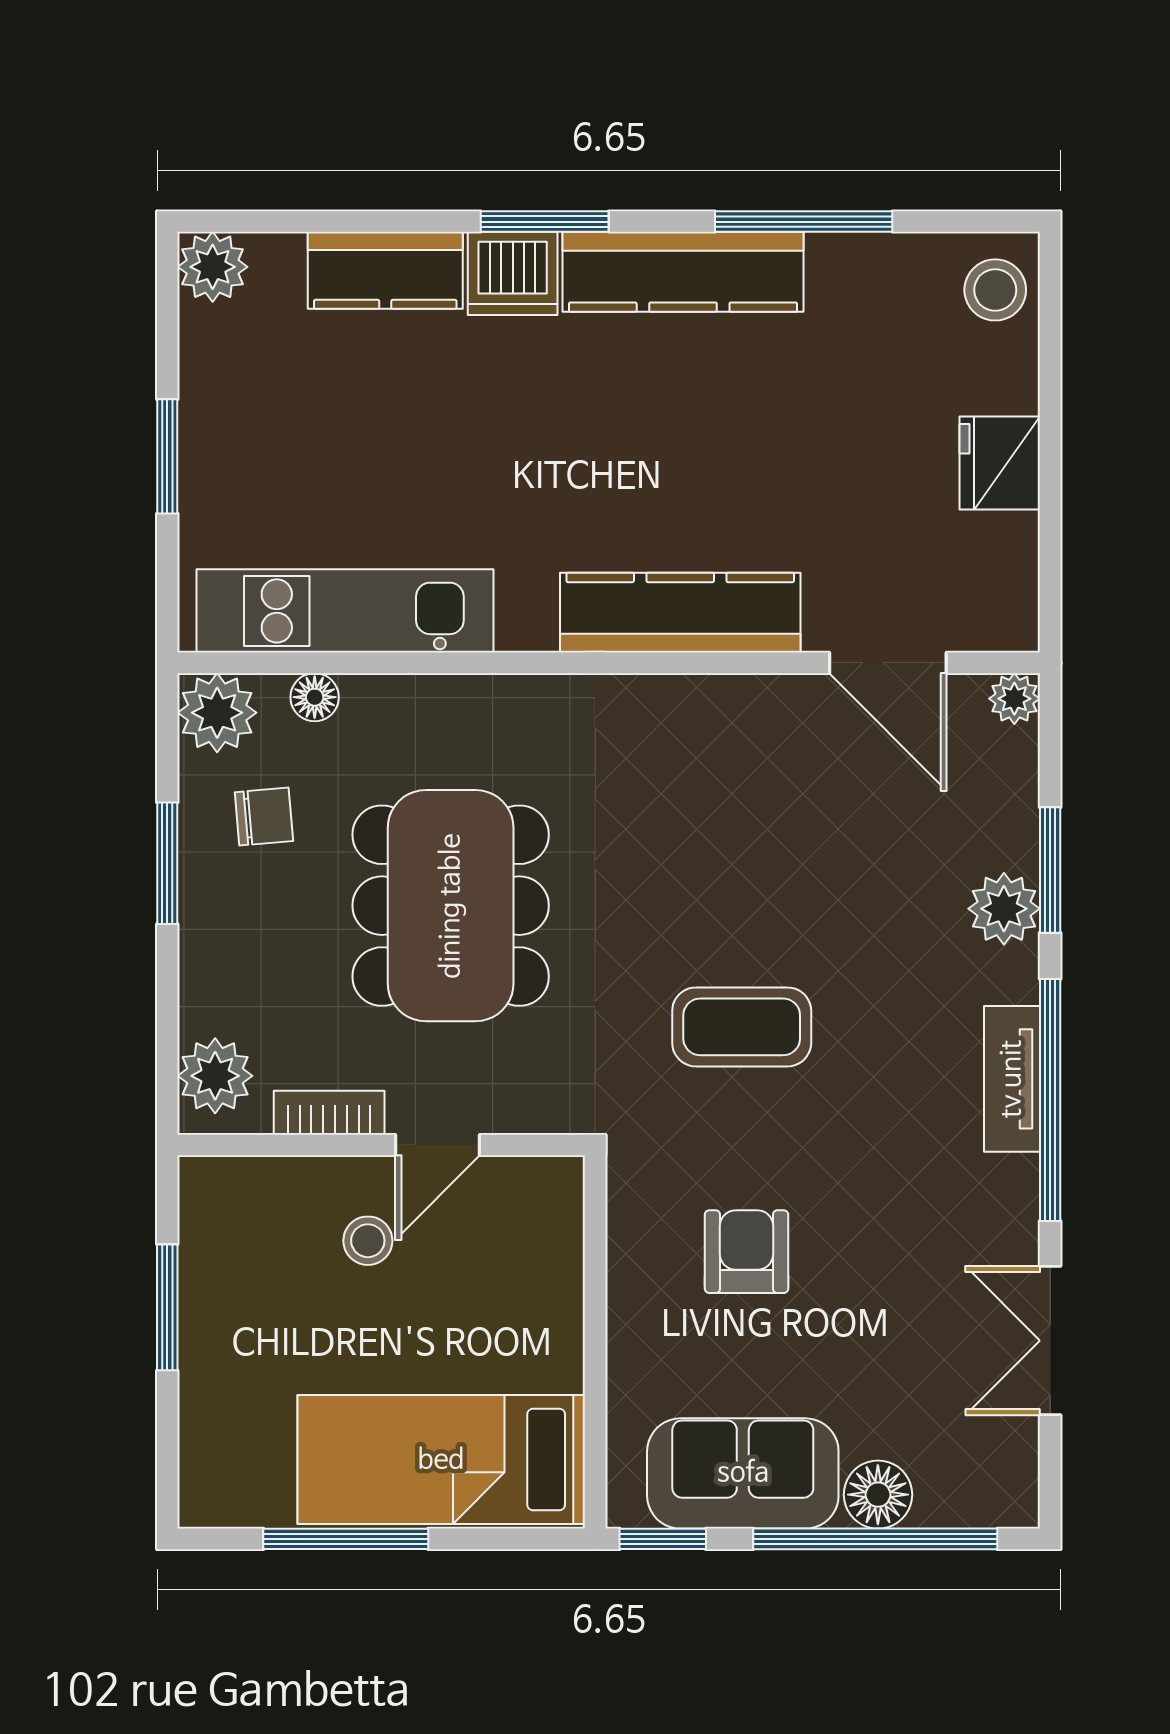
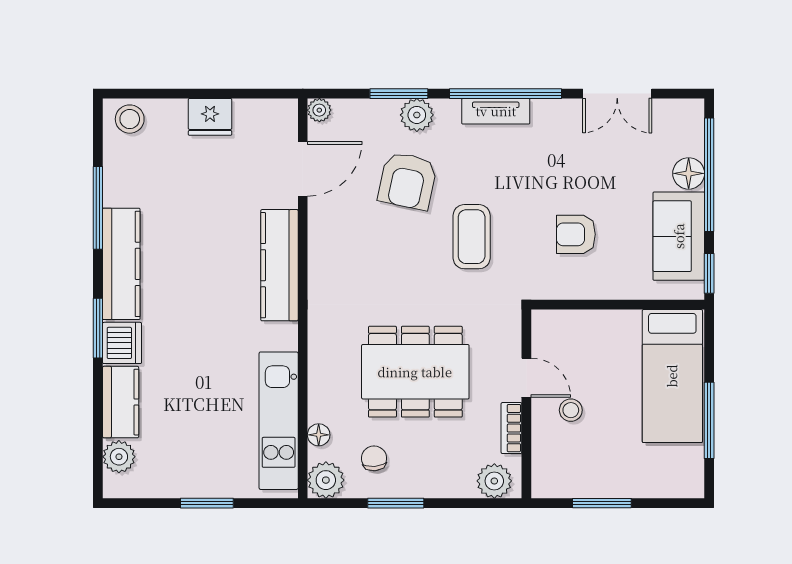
plant: (213, 267) -> (119, 457), moved
armchair: (862, 889) -> (407, 181), added

